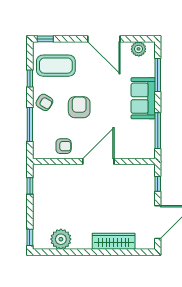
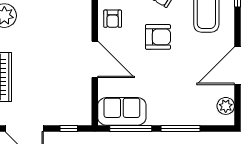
window: (158, 75) -> (181, 128), moved
sofa: (143, 98) -> (122, 111), moved

